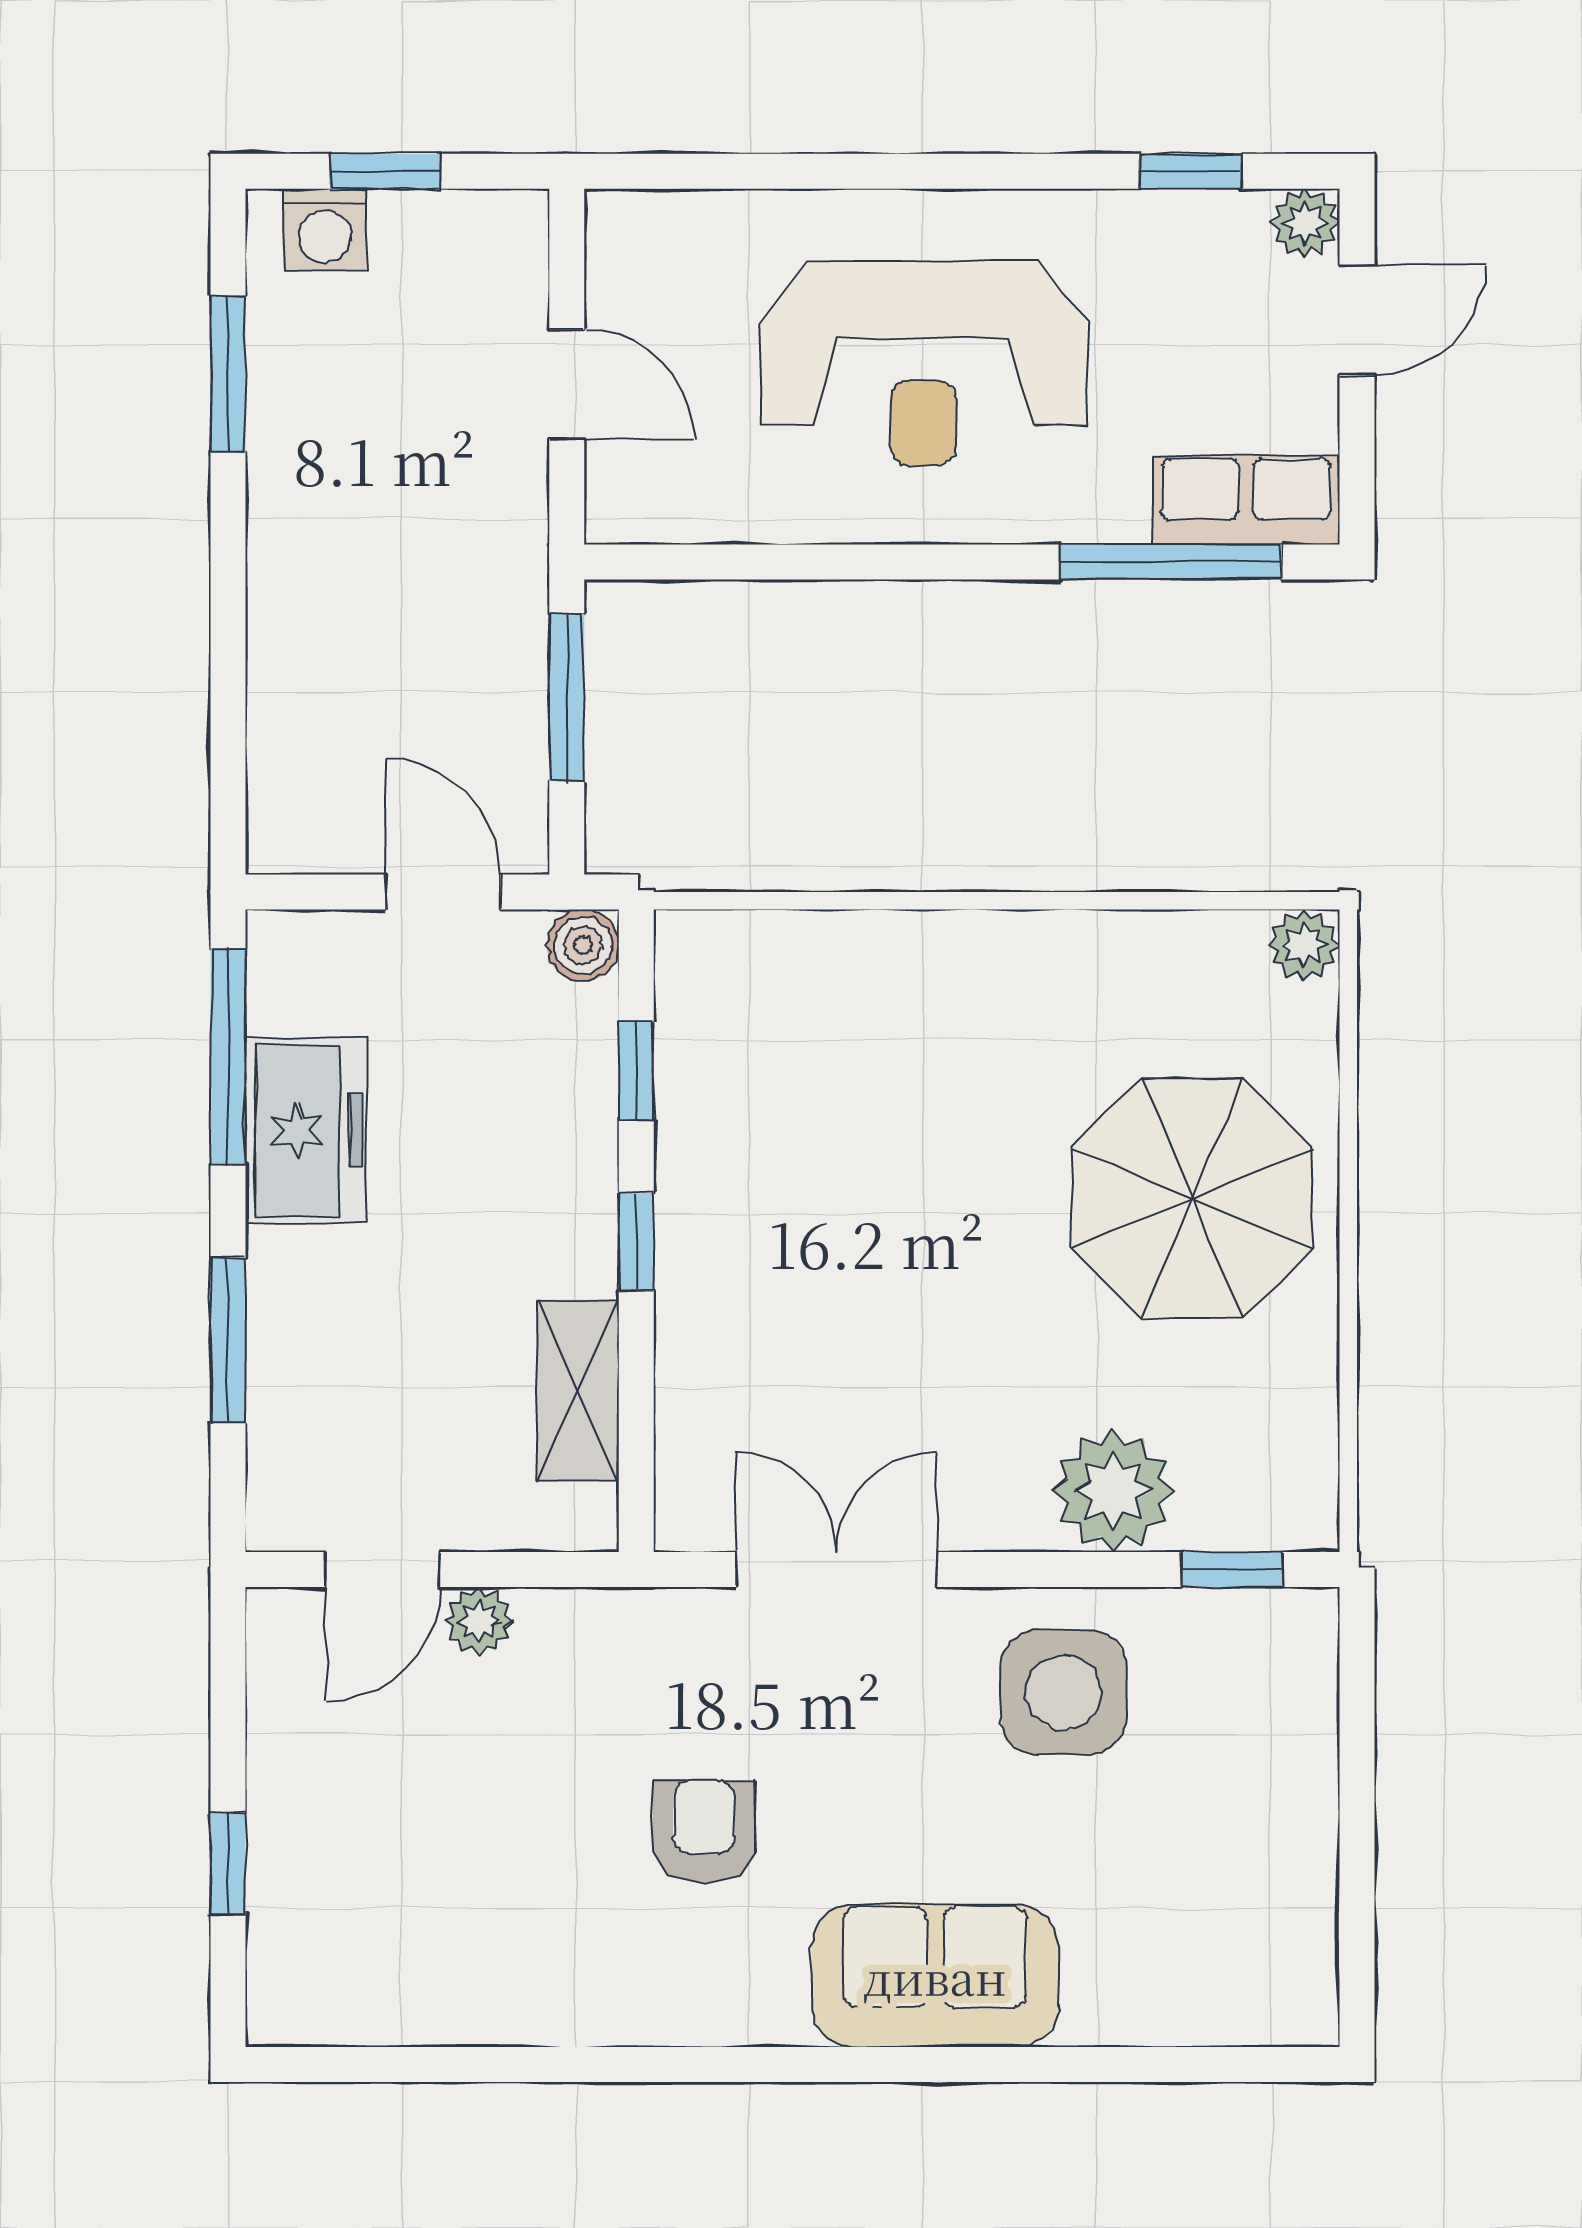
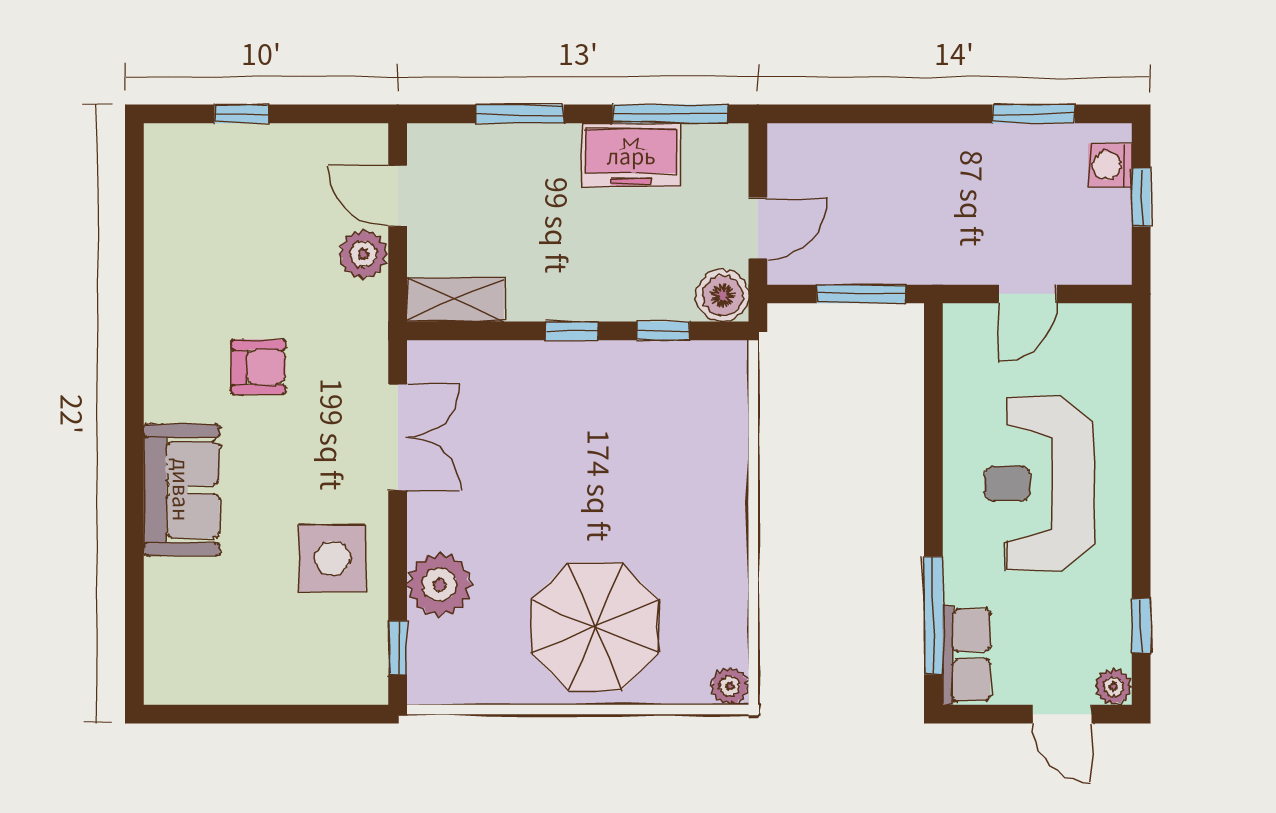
boiler: (583, 945) -> (723, 296), width x1.36, depth x1.36
shelving: (578, 1391) -> (455, 300), moved
plant: (479, 1621) -> (363, 254), width x1.38, depth x1.38

